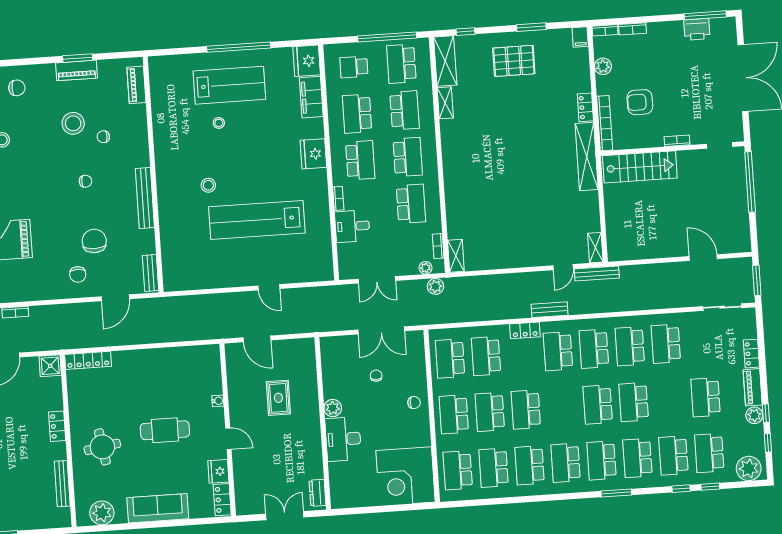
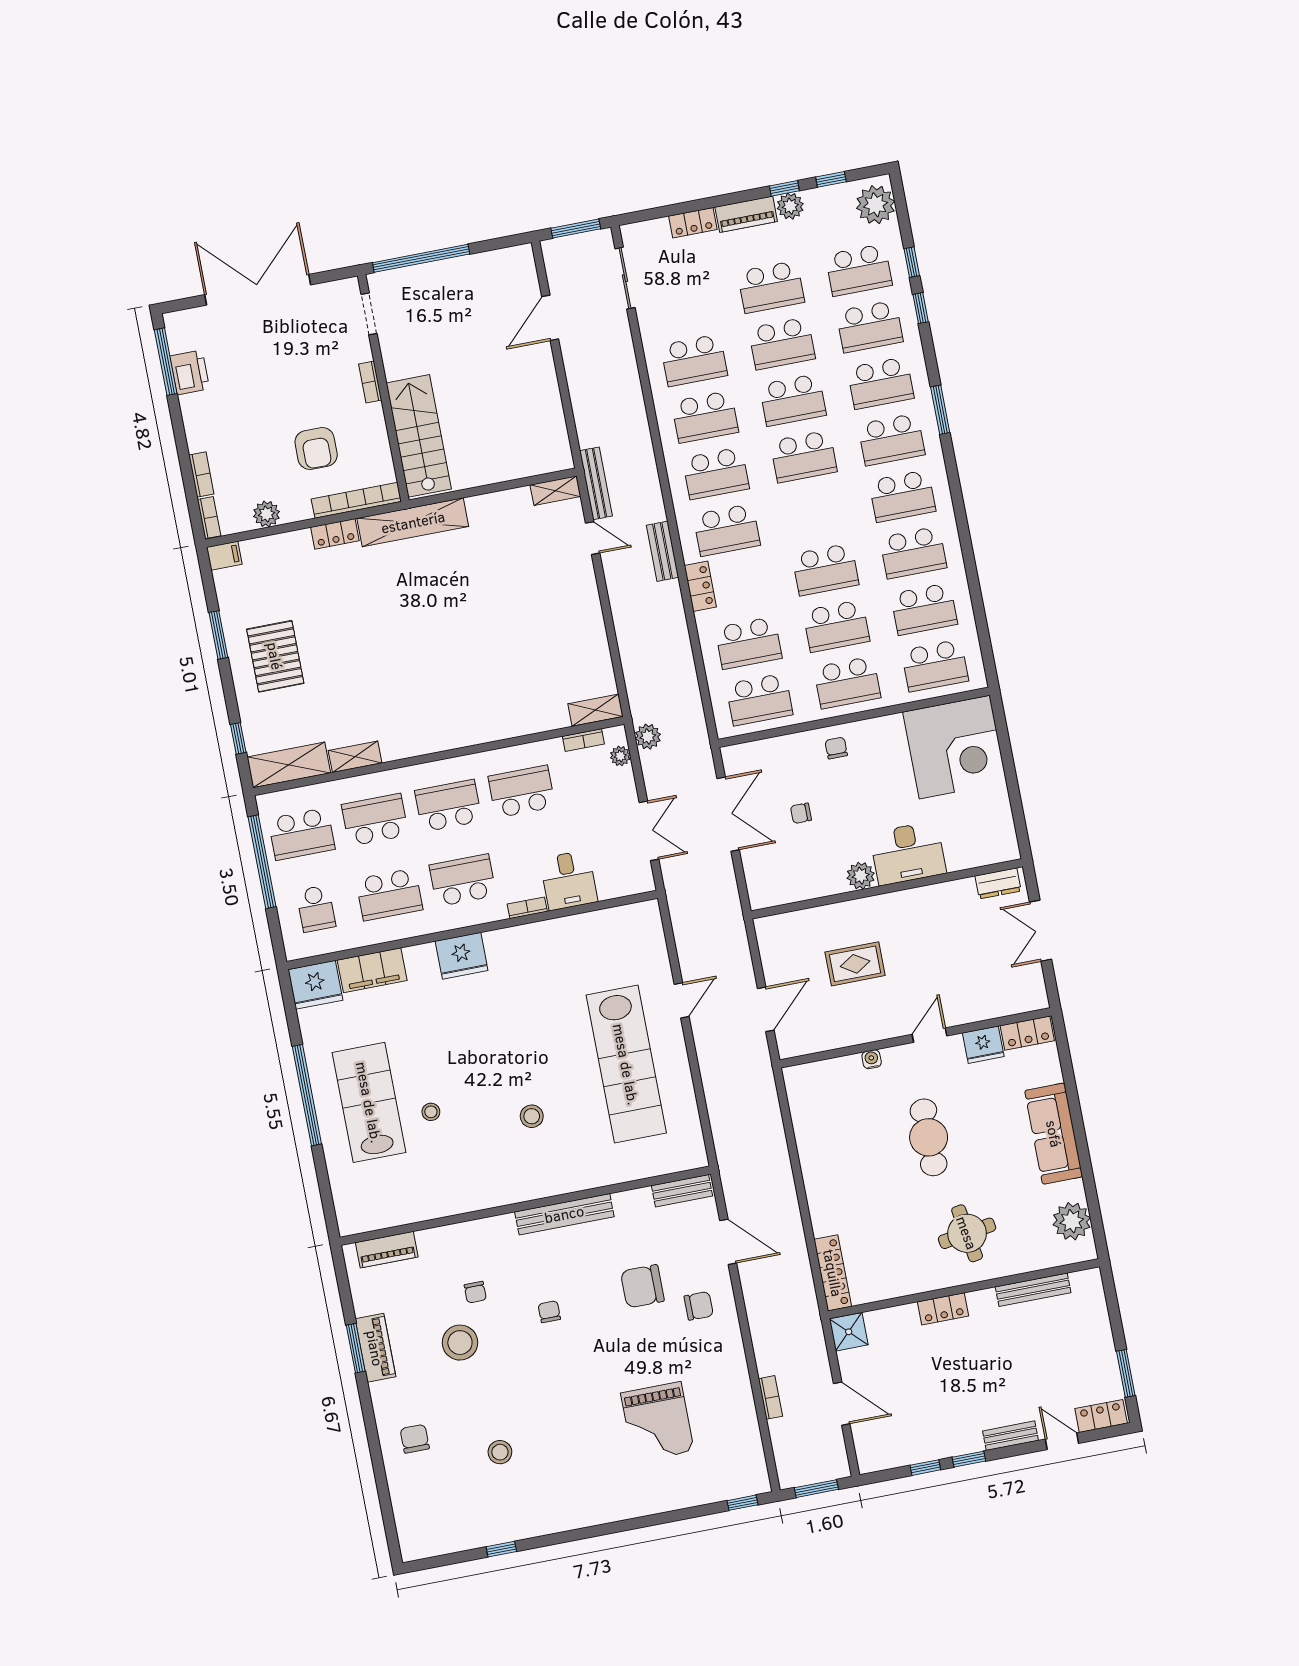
lab bench: (257, 220) -> (626, 1064), moved
school desk: (670, 400) -> (782, 343), added

